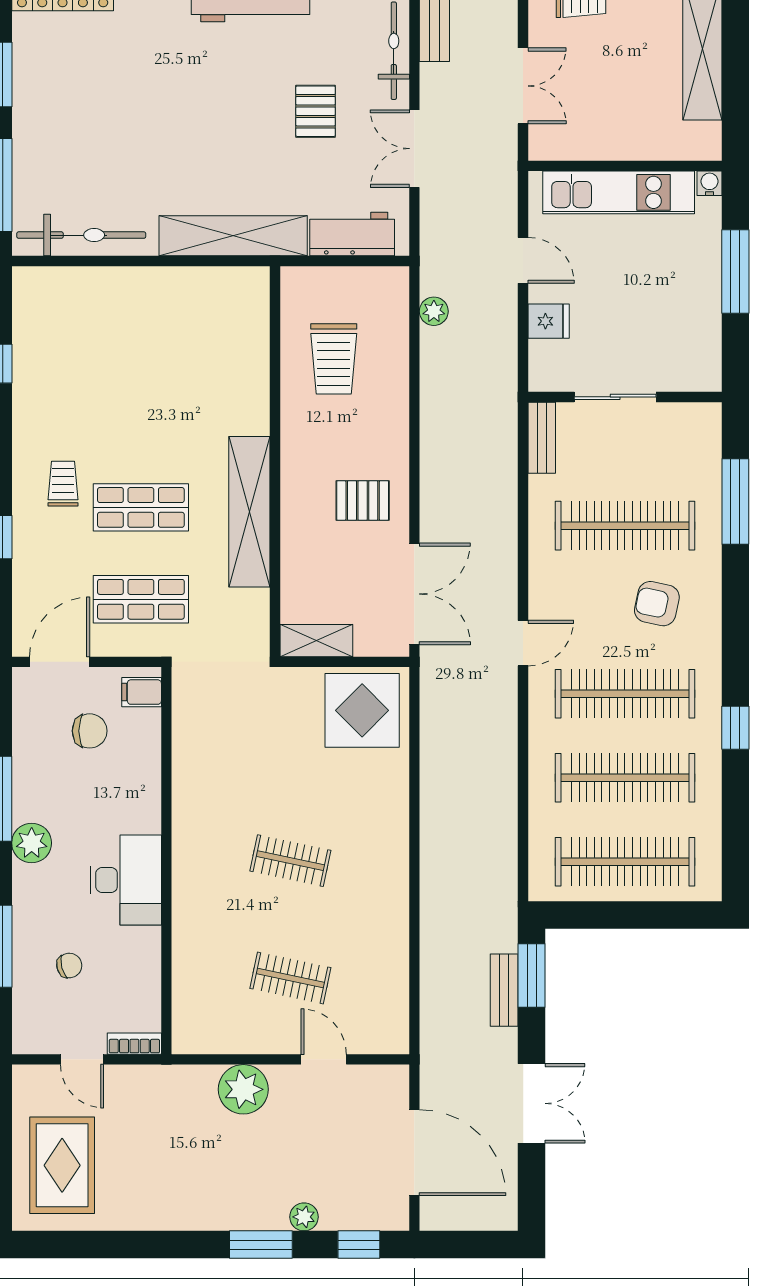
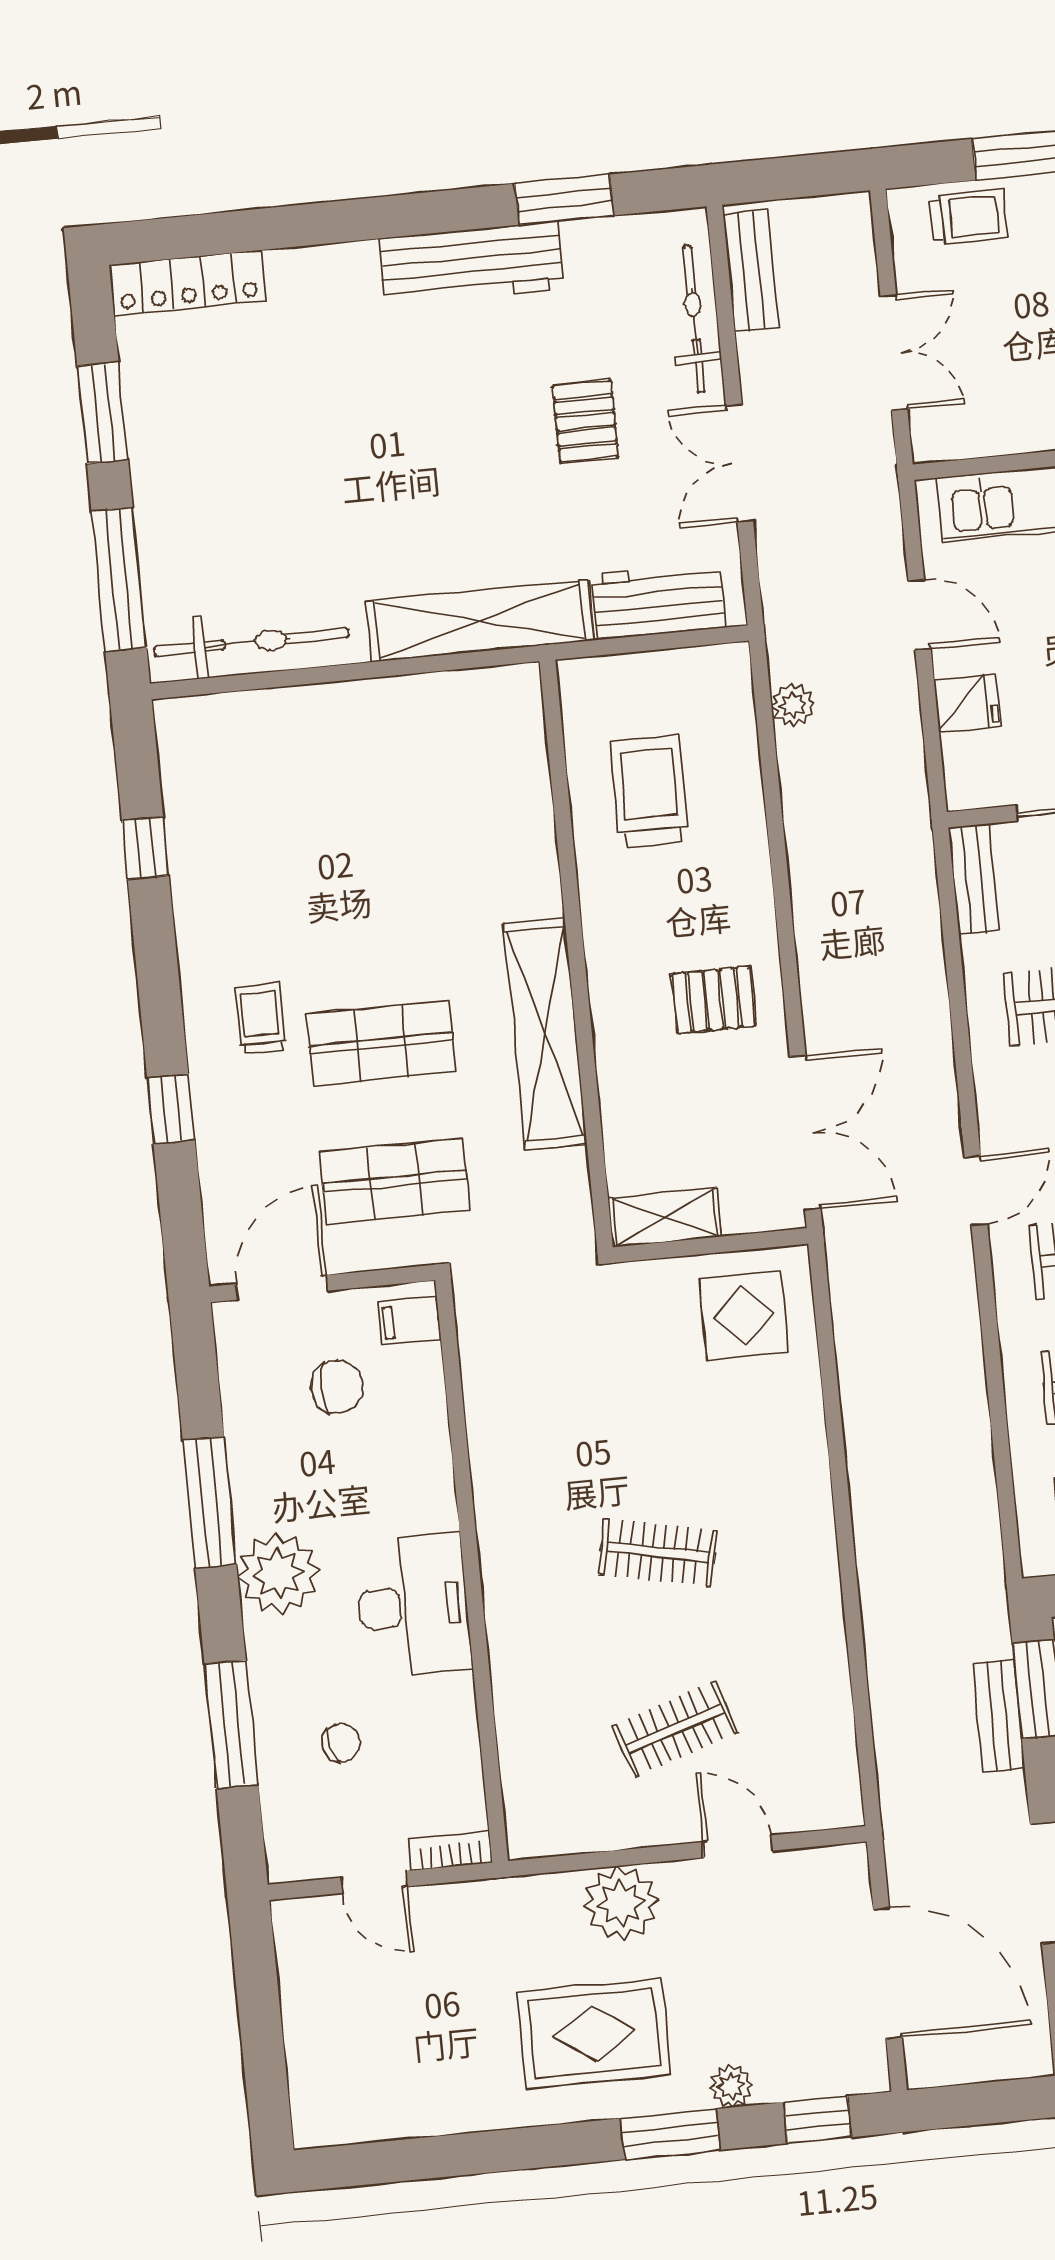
trolley: (334, 359) -> (649, 791), turned 180
display table: (362, 710) -> (744, 1316), width x0.73, depth x0.73
plant: (32, 843) -> (278, 1574), width x1.36, depth x1.36
clothes rail: (290, 978) -> (675, 1729), turned -30
rug: (62, 1165) -> (594, 2033), moved, turned 90

